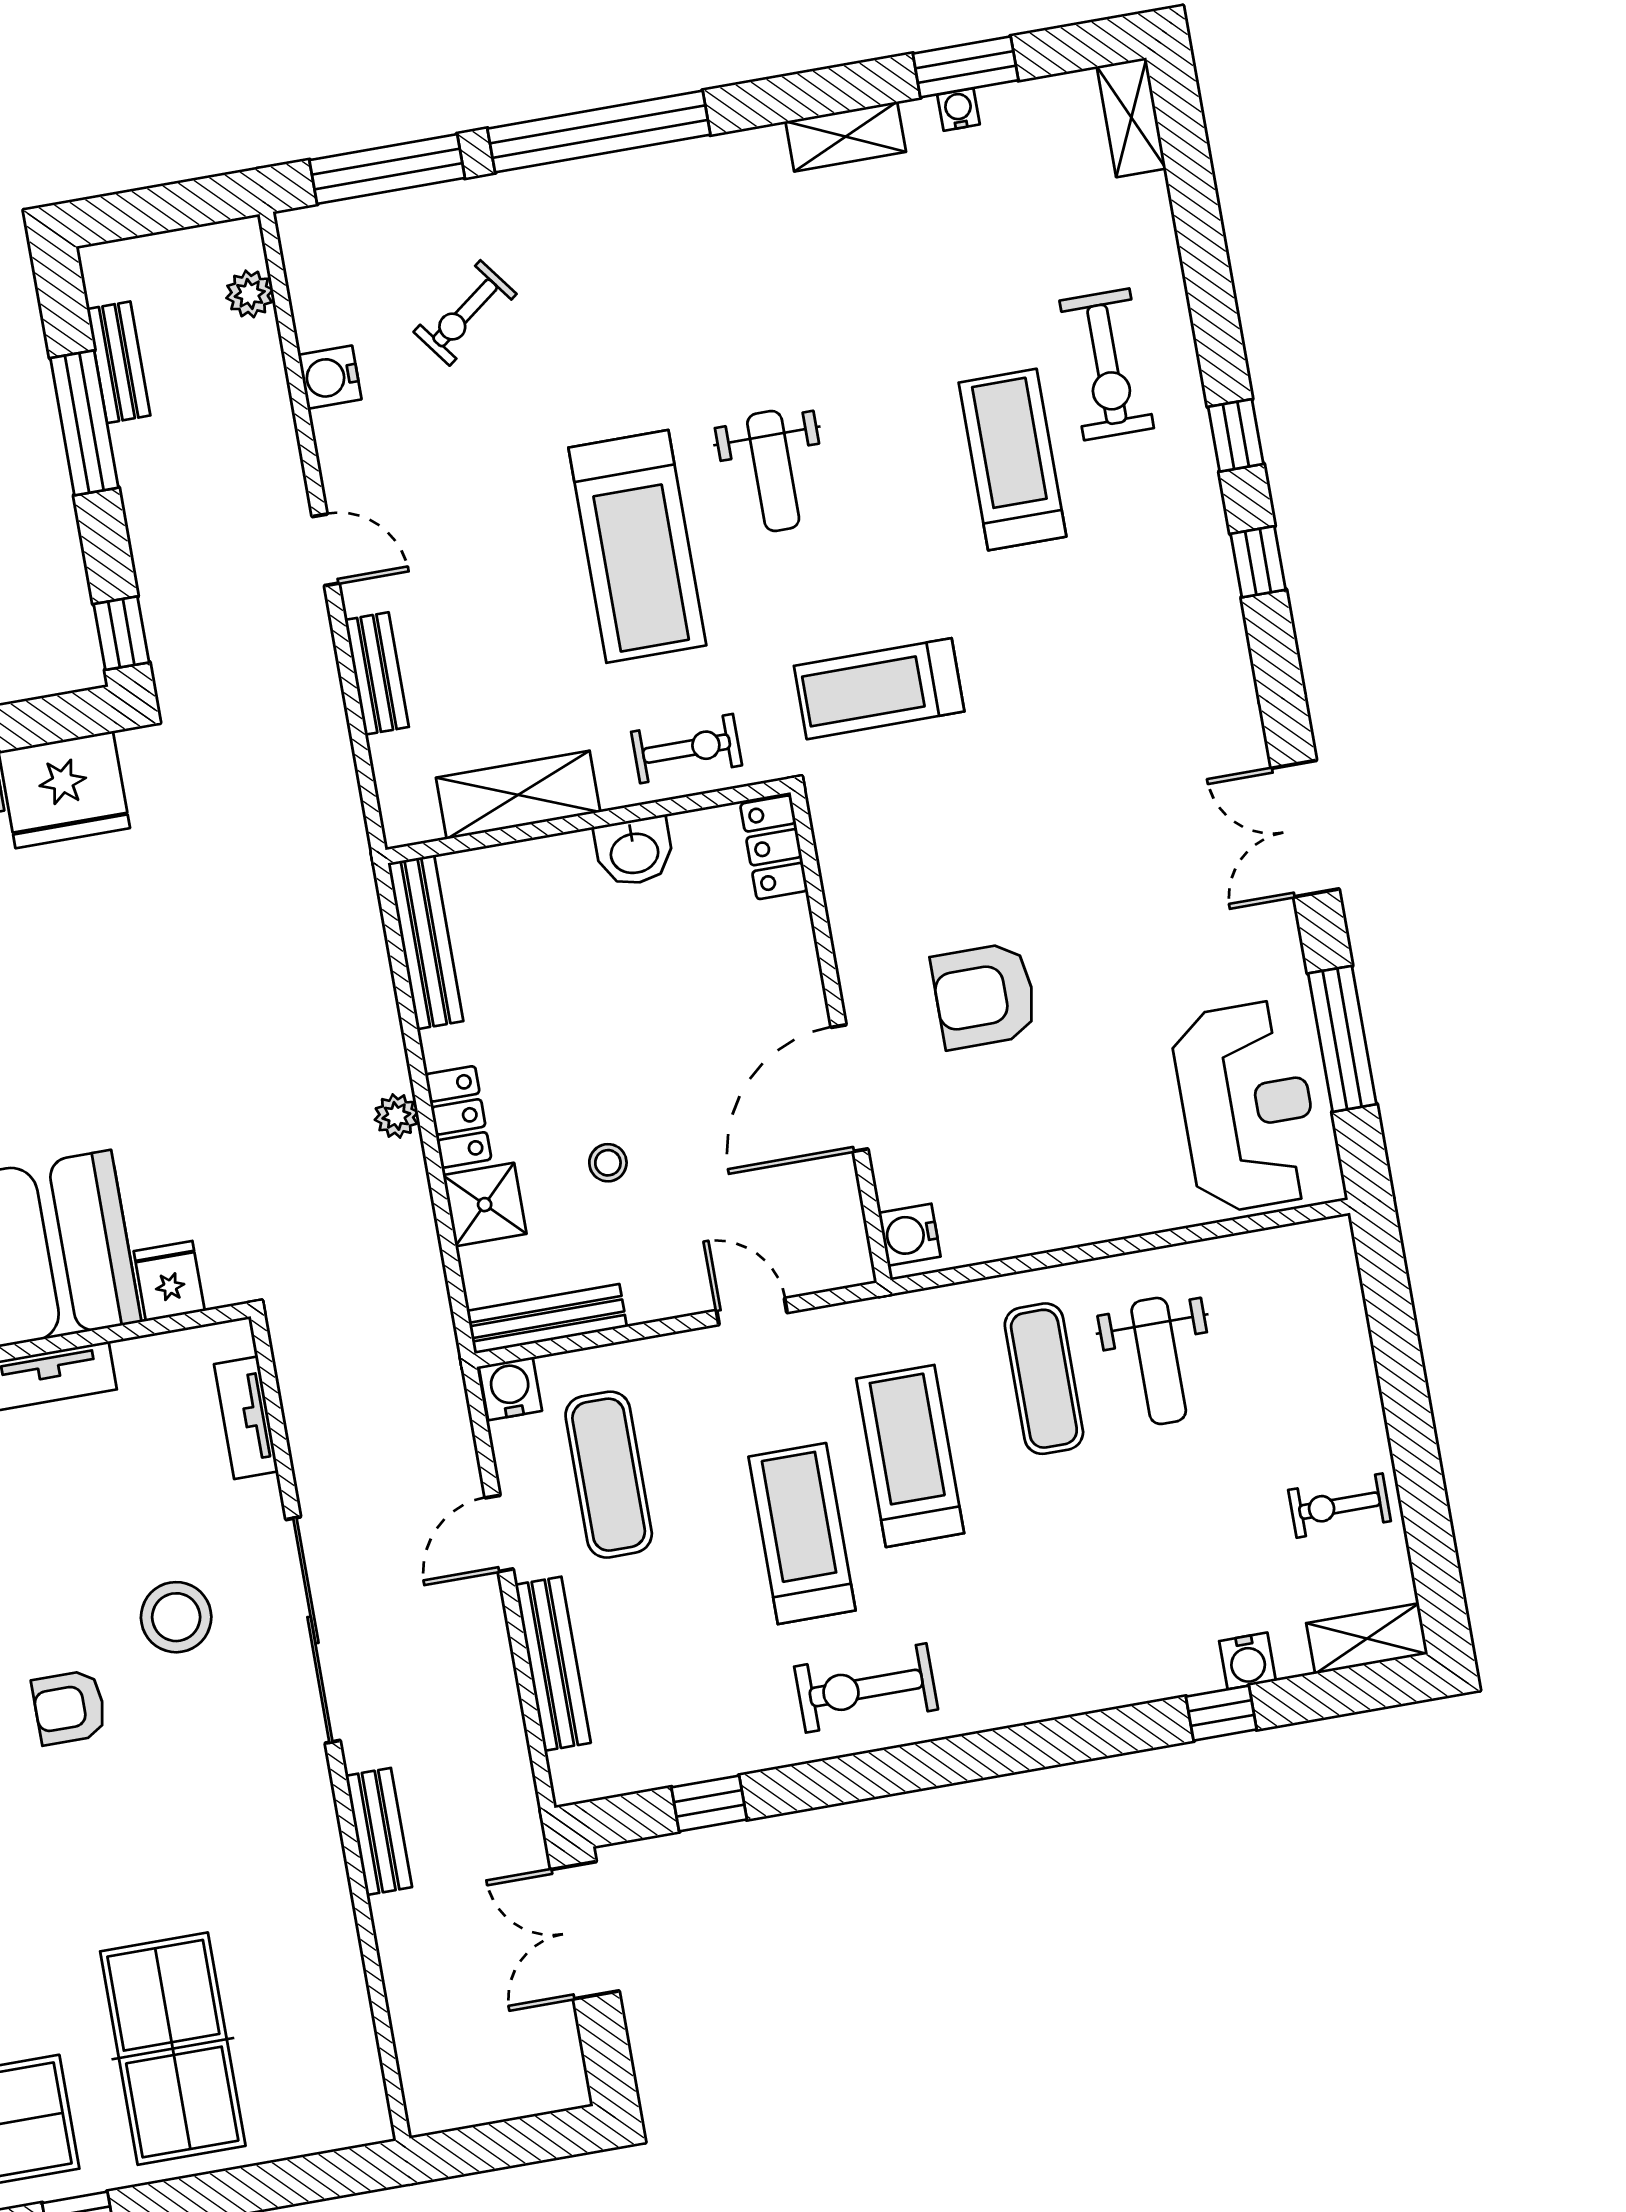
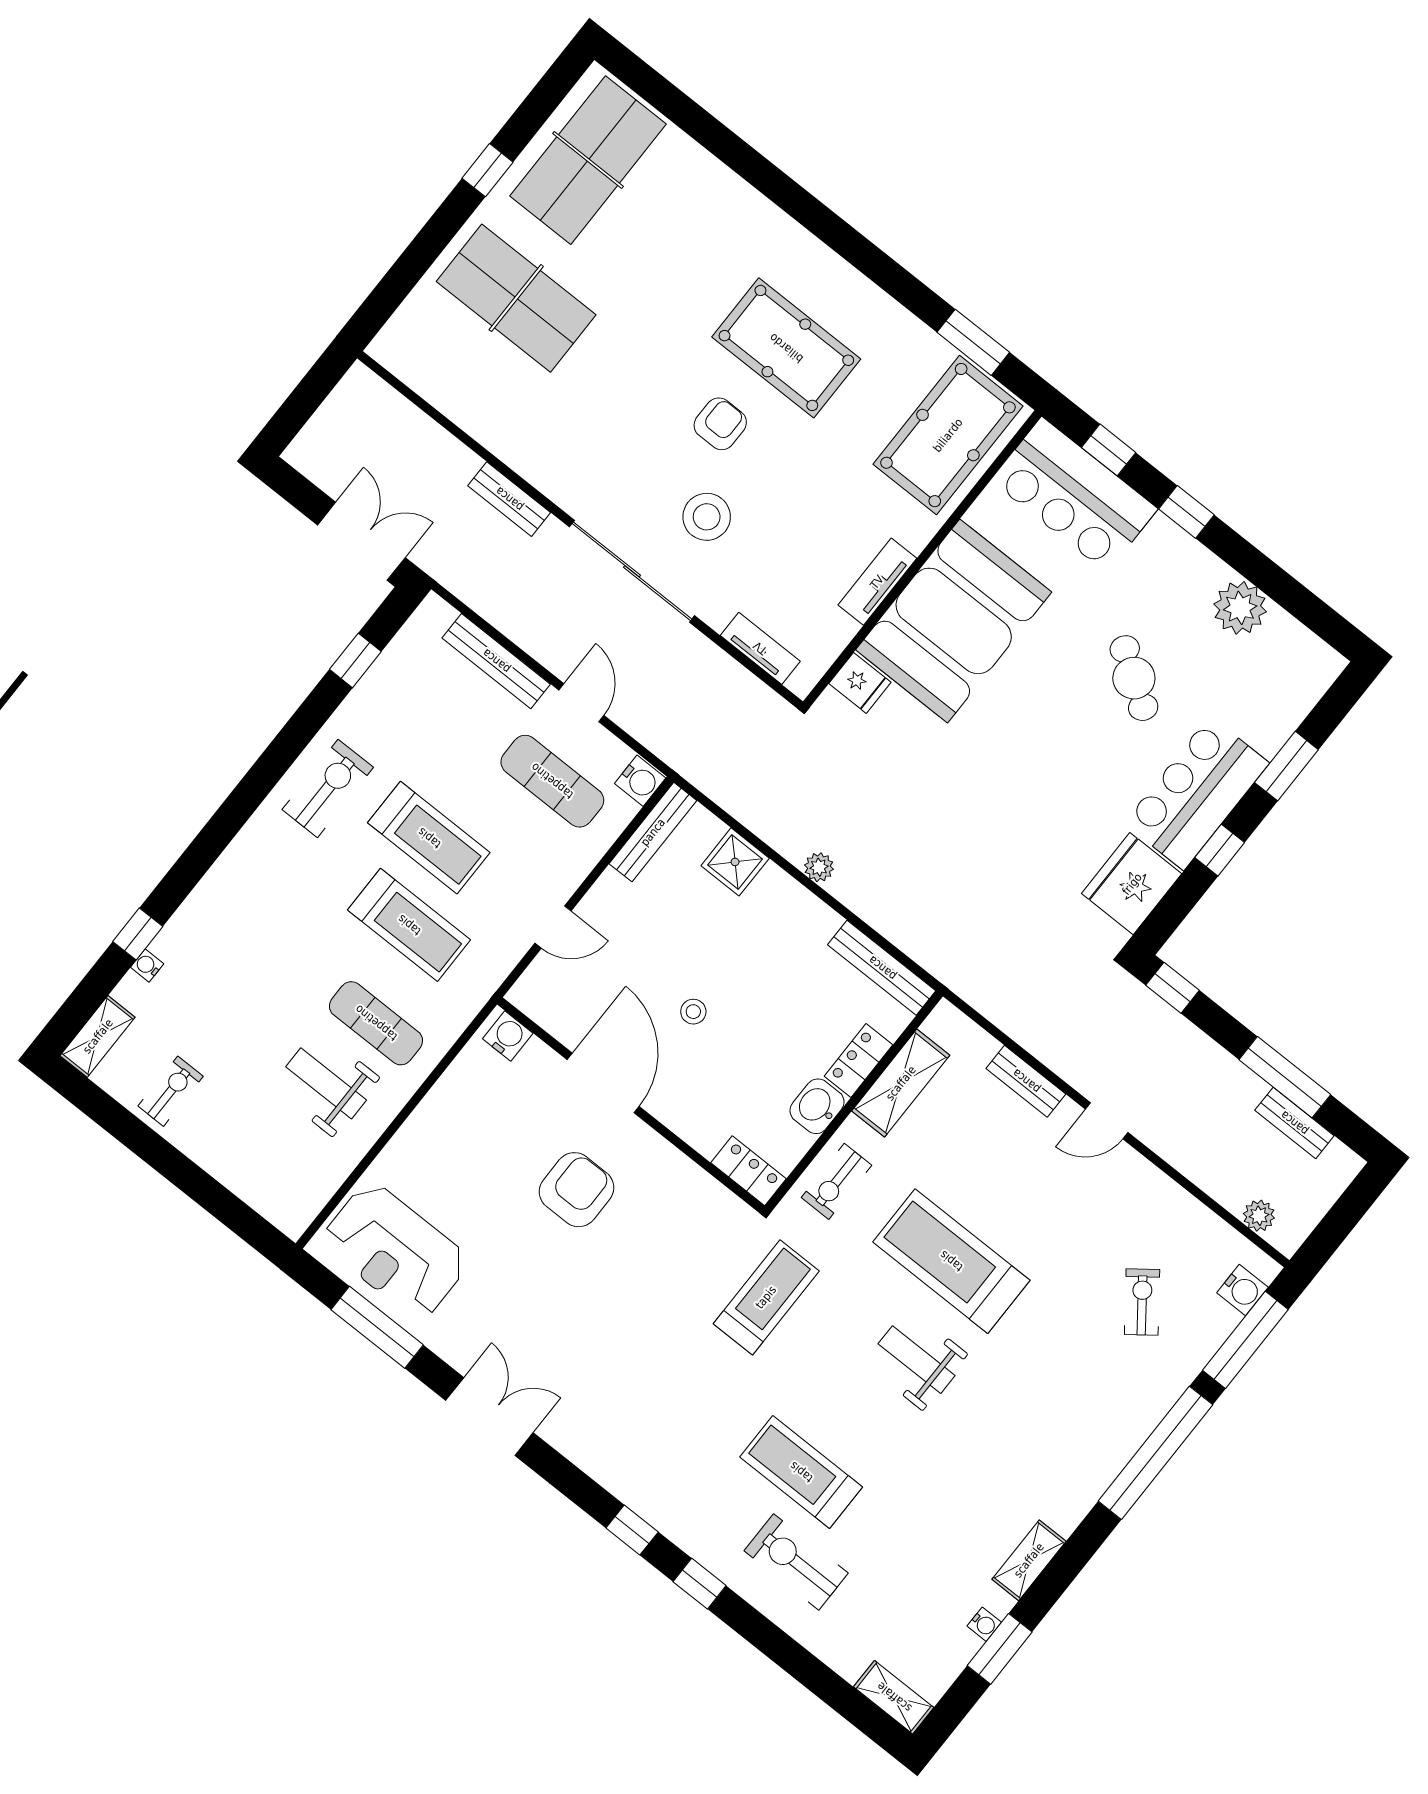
water cooler: (330, 377) -> (1242, 1290), moved, turned 90
treadmill: (1012, 460) -> (801, 1472), turned 180
locker: (458, 1117) -> (859, 1060), moved, turned 90
stool: (608, 1163) -> (693, 1012), moved
water cooler: (1247, 1661) -> (147, 966), width x0.72, depth x0.72

